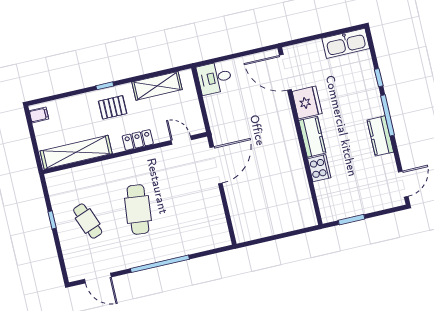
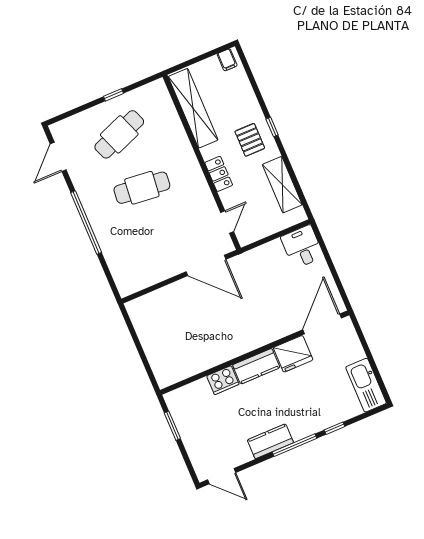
cafe table: (88, 221) -> (119, 134), width x1.37, depth x1.35

